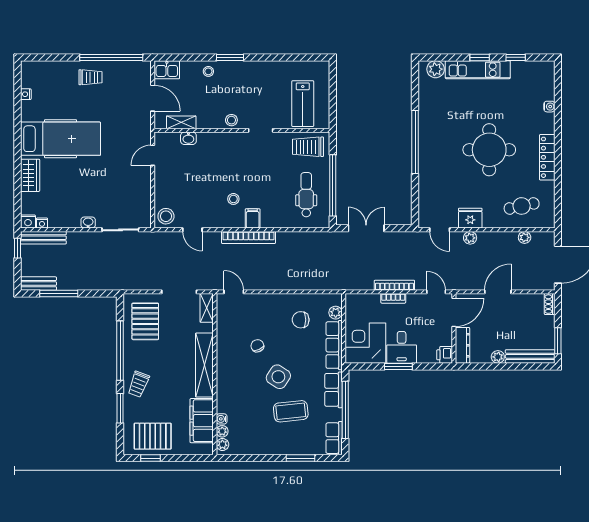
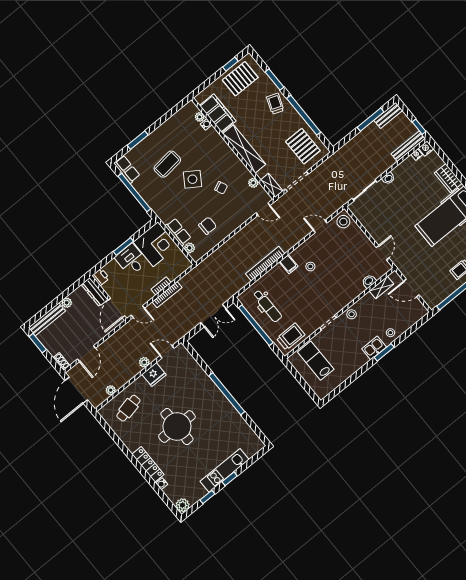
plant: (436, 69) -> (183, 505), moved
kitchen sink: (167, 70) -> (374, 348), moved
locker: (547, 157) -> (148, 464), moved
bookcase: (248, 237) -> (265, 264), moved
door: (498, 292) -> (86, 354), moved
row of seats: (334, 345) -> (178, 232), width x0.68
row of seats: (333, 390) -> (152, 199), removed
plant: (222, 445) -> (253, 183), moved

